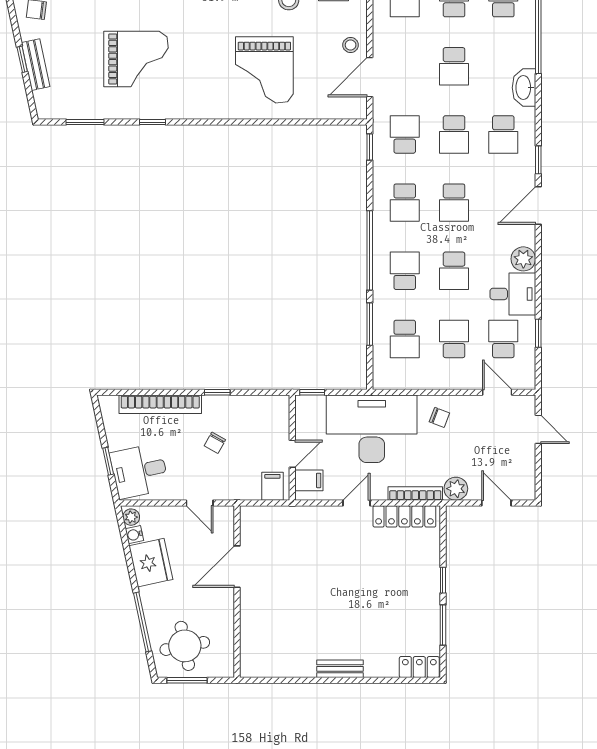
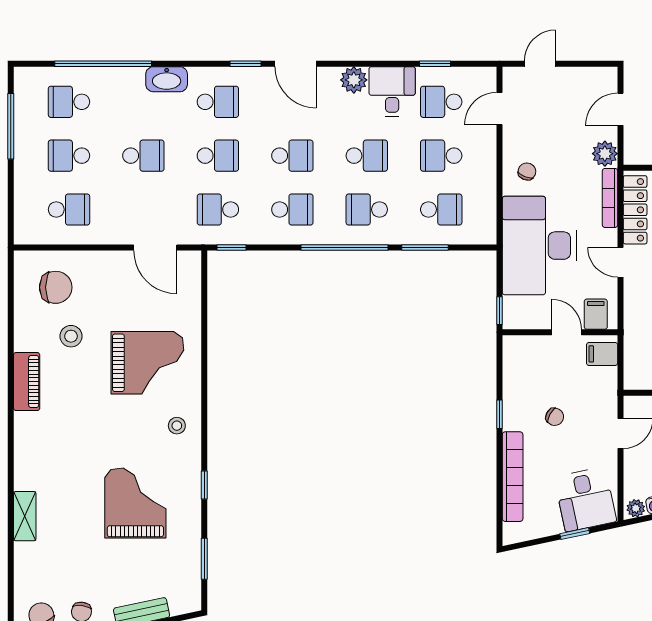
stool: (351, 45) -> (177, 426), moved

